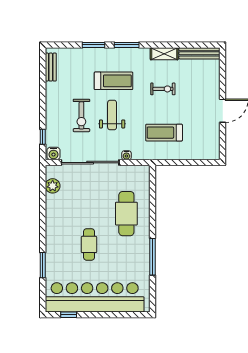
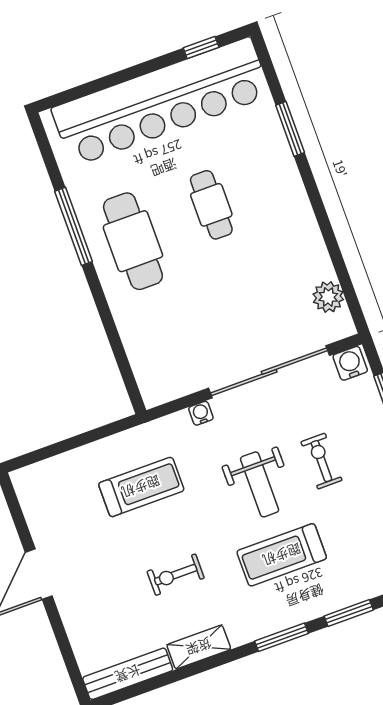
exercise bike: (81, 115) -> (321, 461), width x0.73, depth x0.72
cafe table: (126, 214) -> (133, 241), moved

